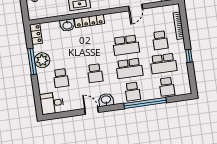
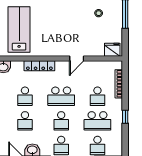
locker: (89, 21) -> (39, 66), moved
school desk: (92, 50) -> (25, 96), added
school desk: (129, 68) -> (61, 121), width x0.54

